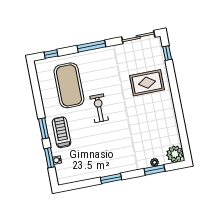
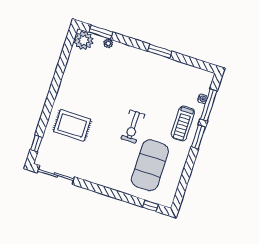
window: (91, 46) -> (107, 191), removed
window: (49, 158) -> (209, 105), width x1.44
window: (154, 170) -> (101, 32), moved

